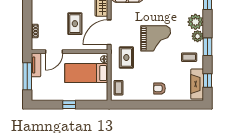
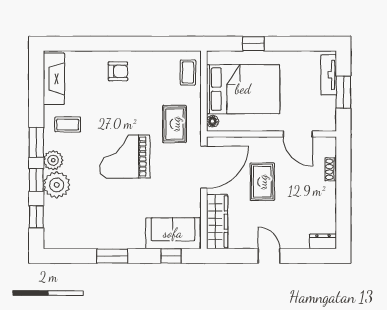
door: (54, 52) -> (298, 134), swing flipped
tv unit: (36, 65) -> (329, 75), moved
bed: (86, 73) -> (243, 89), width x1.50
window: (27, 76) -> (343, 92), width x0.69
window: (207, 80) -> (36, 180), moved
window: (69, 105) -> (253, 44), moved

